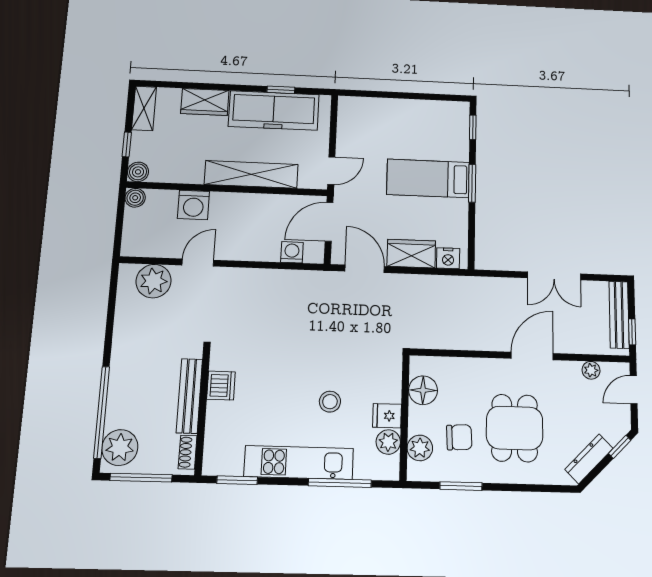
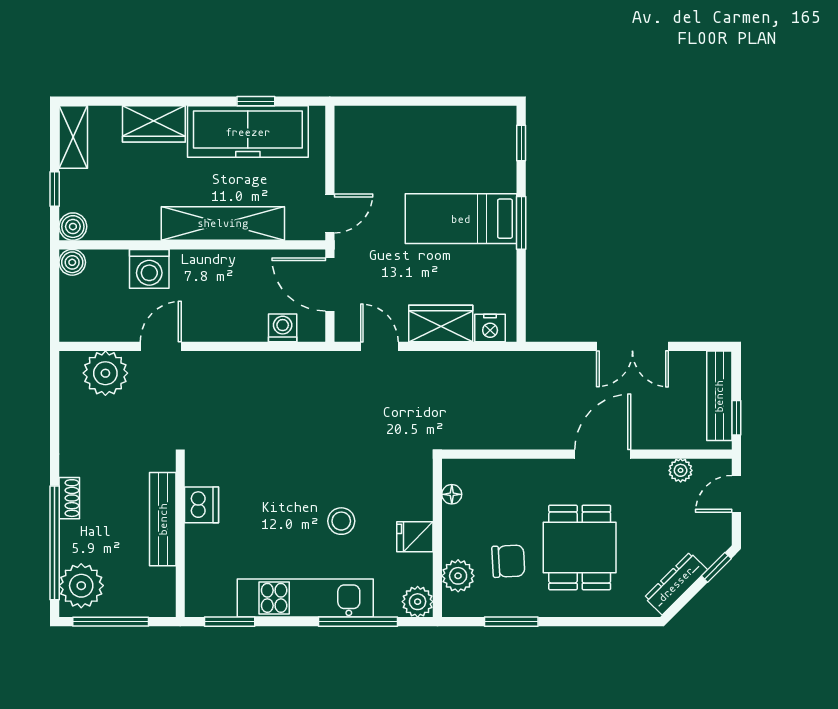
door: (329, 222) -> (330, 285), hinge flipped
door: (365, 269) -> (379, 346), width x0.73
floor lamp: (423, 390) -> (452, 494), width x0.53, depth x0.53
plant: (388, 442) -> (418, 602), moved
shoe rack: (188, 452) -> (69, 498), moved, turned 180

